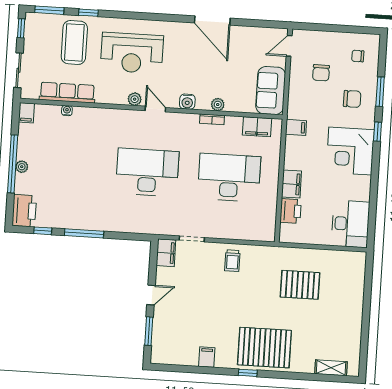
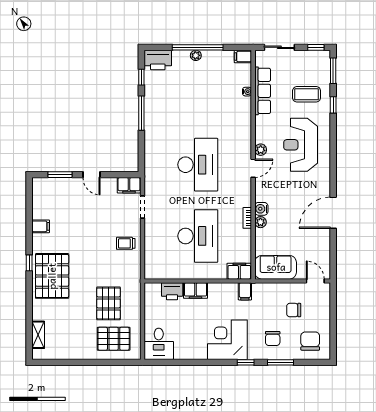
coffee table: (74, 42) -> (307, 94), width x0.73, depth x0.76
chair: (358, 56) -> (310, 341), width x1.87, depth x1.87
water cooler: (187, 102) -> (261, 209), moved
filing cabinet: (257, 127) -> (239, 271), moved, turned 90
desk: (350, 224) -> (159, 344), width x0.73
pallet: (341, 282) -> (114, 339), added

